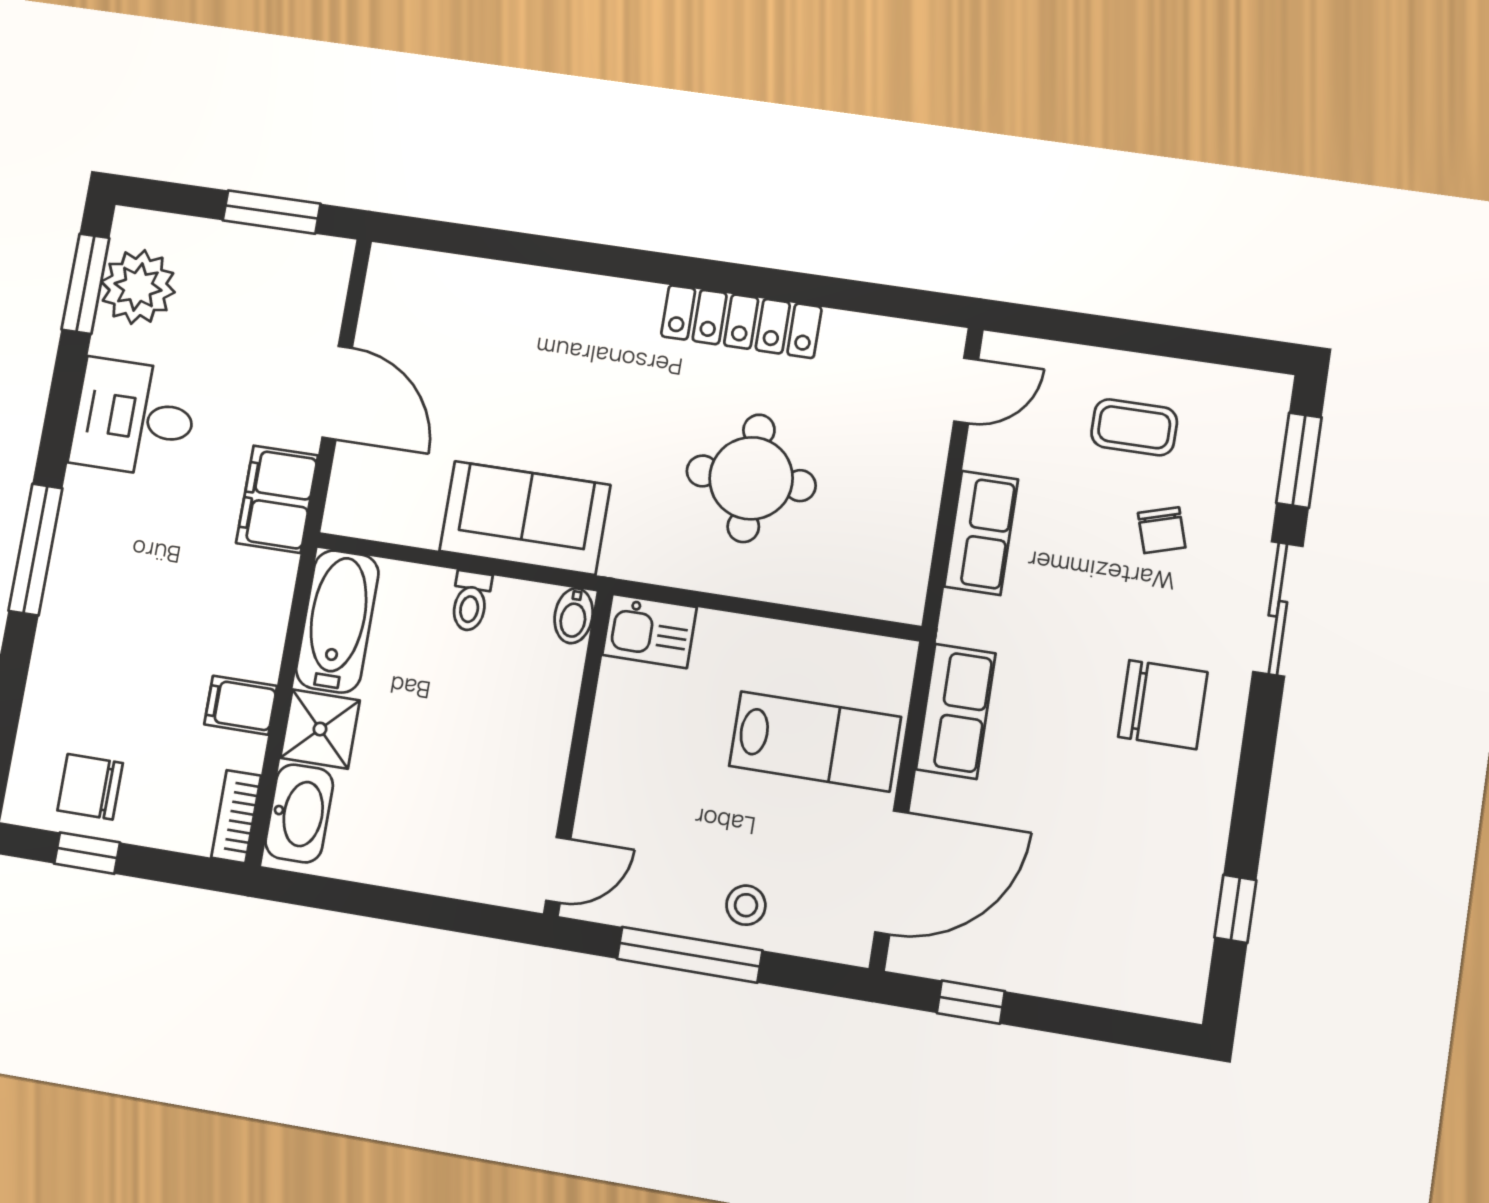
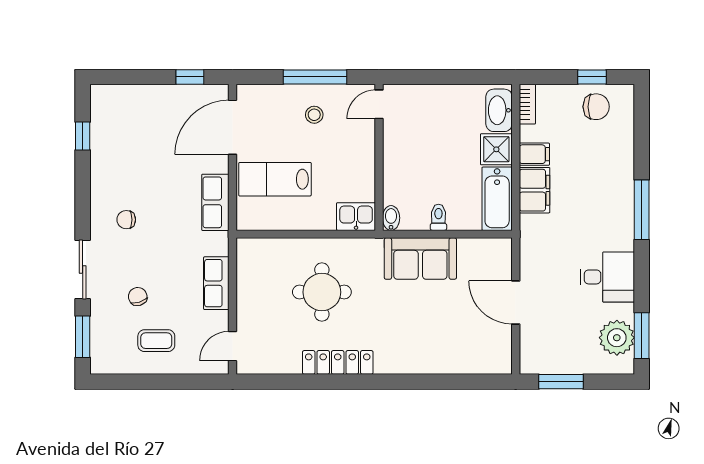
filing cabinet: (277, 499) -> (534, 190), moved
chair: (1163, 705) -> (126, 220), width x0.54, depth x0.54
stool: (746, 905) -> (314, 115), moved

